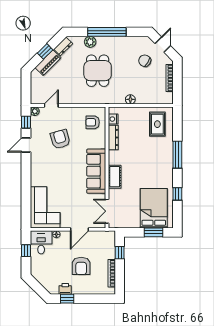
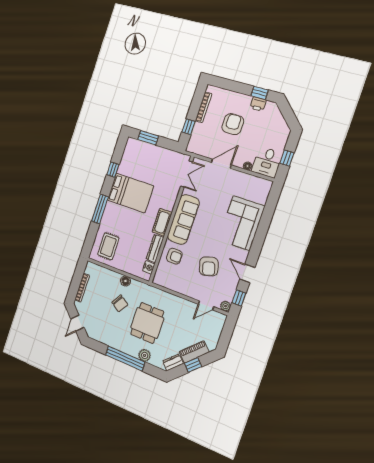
chair: (145, 61) -> (120, 303), moved
armchair: (93, 122) -> (174, 256), moved
door: (26, 145) -> (247, 273), swing flipped
cot: (115, 177) -> (162, 222), moved
corner sofa: (45, 207) -> (241, 223), moved
bed: (154, 208) -> (130, 193), moved, turned -90

